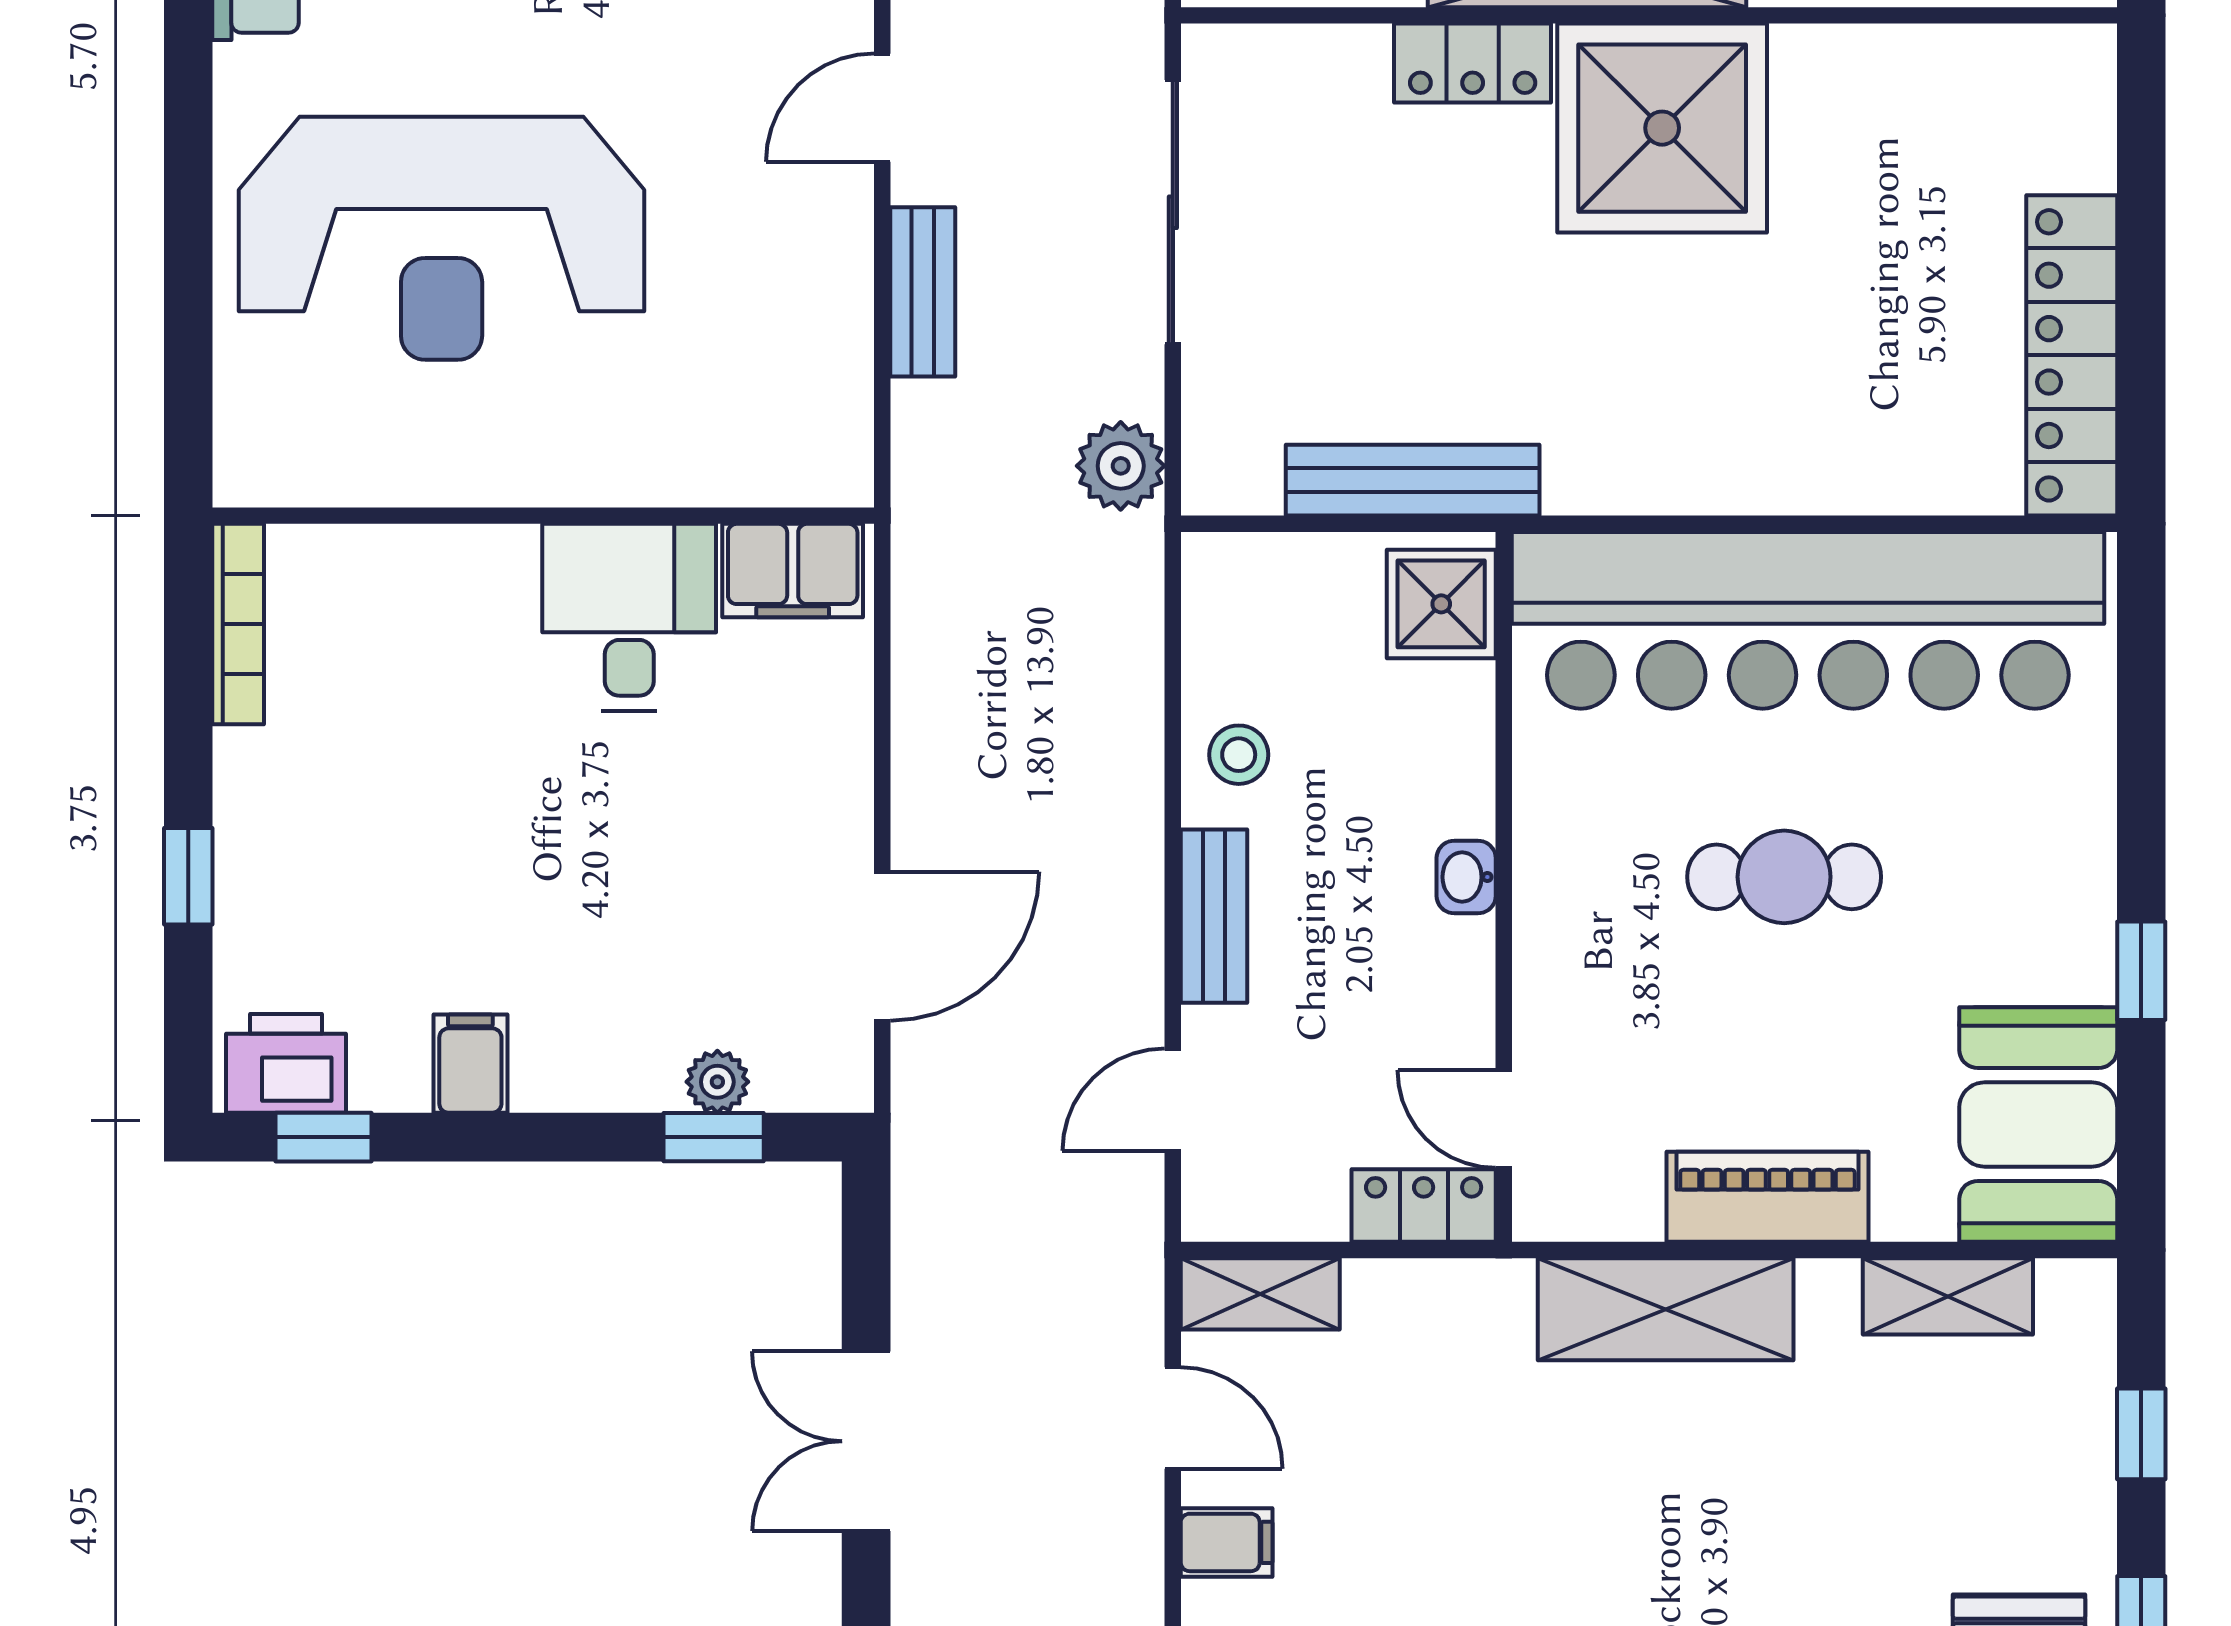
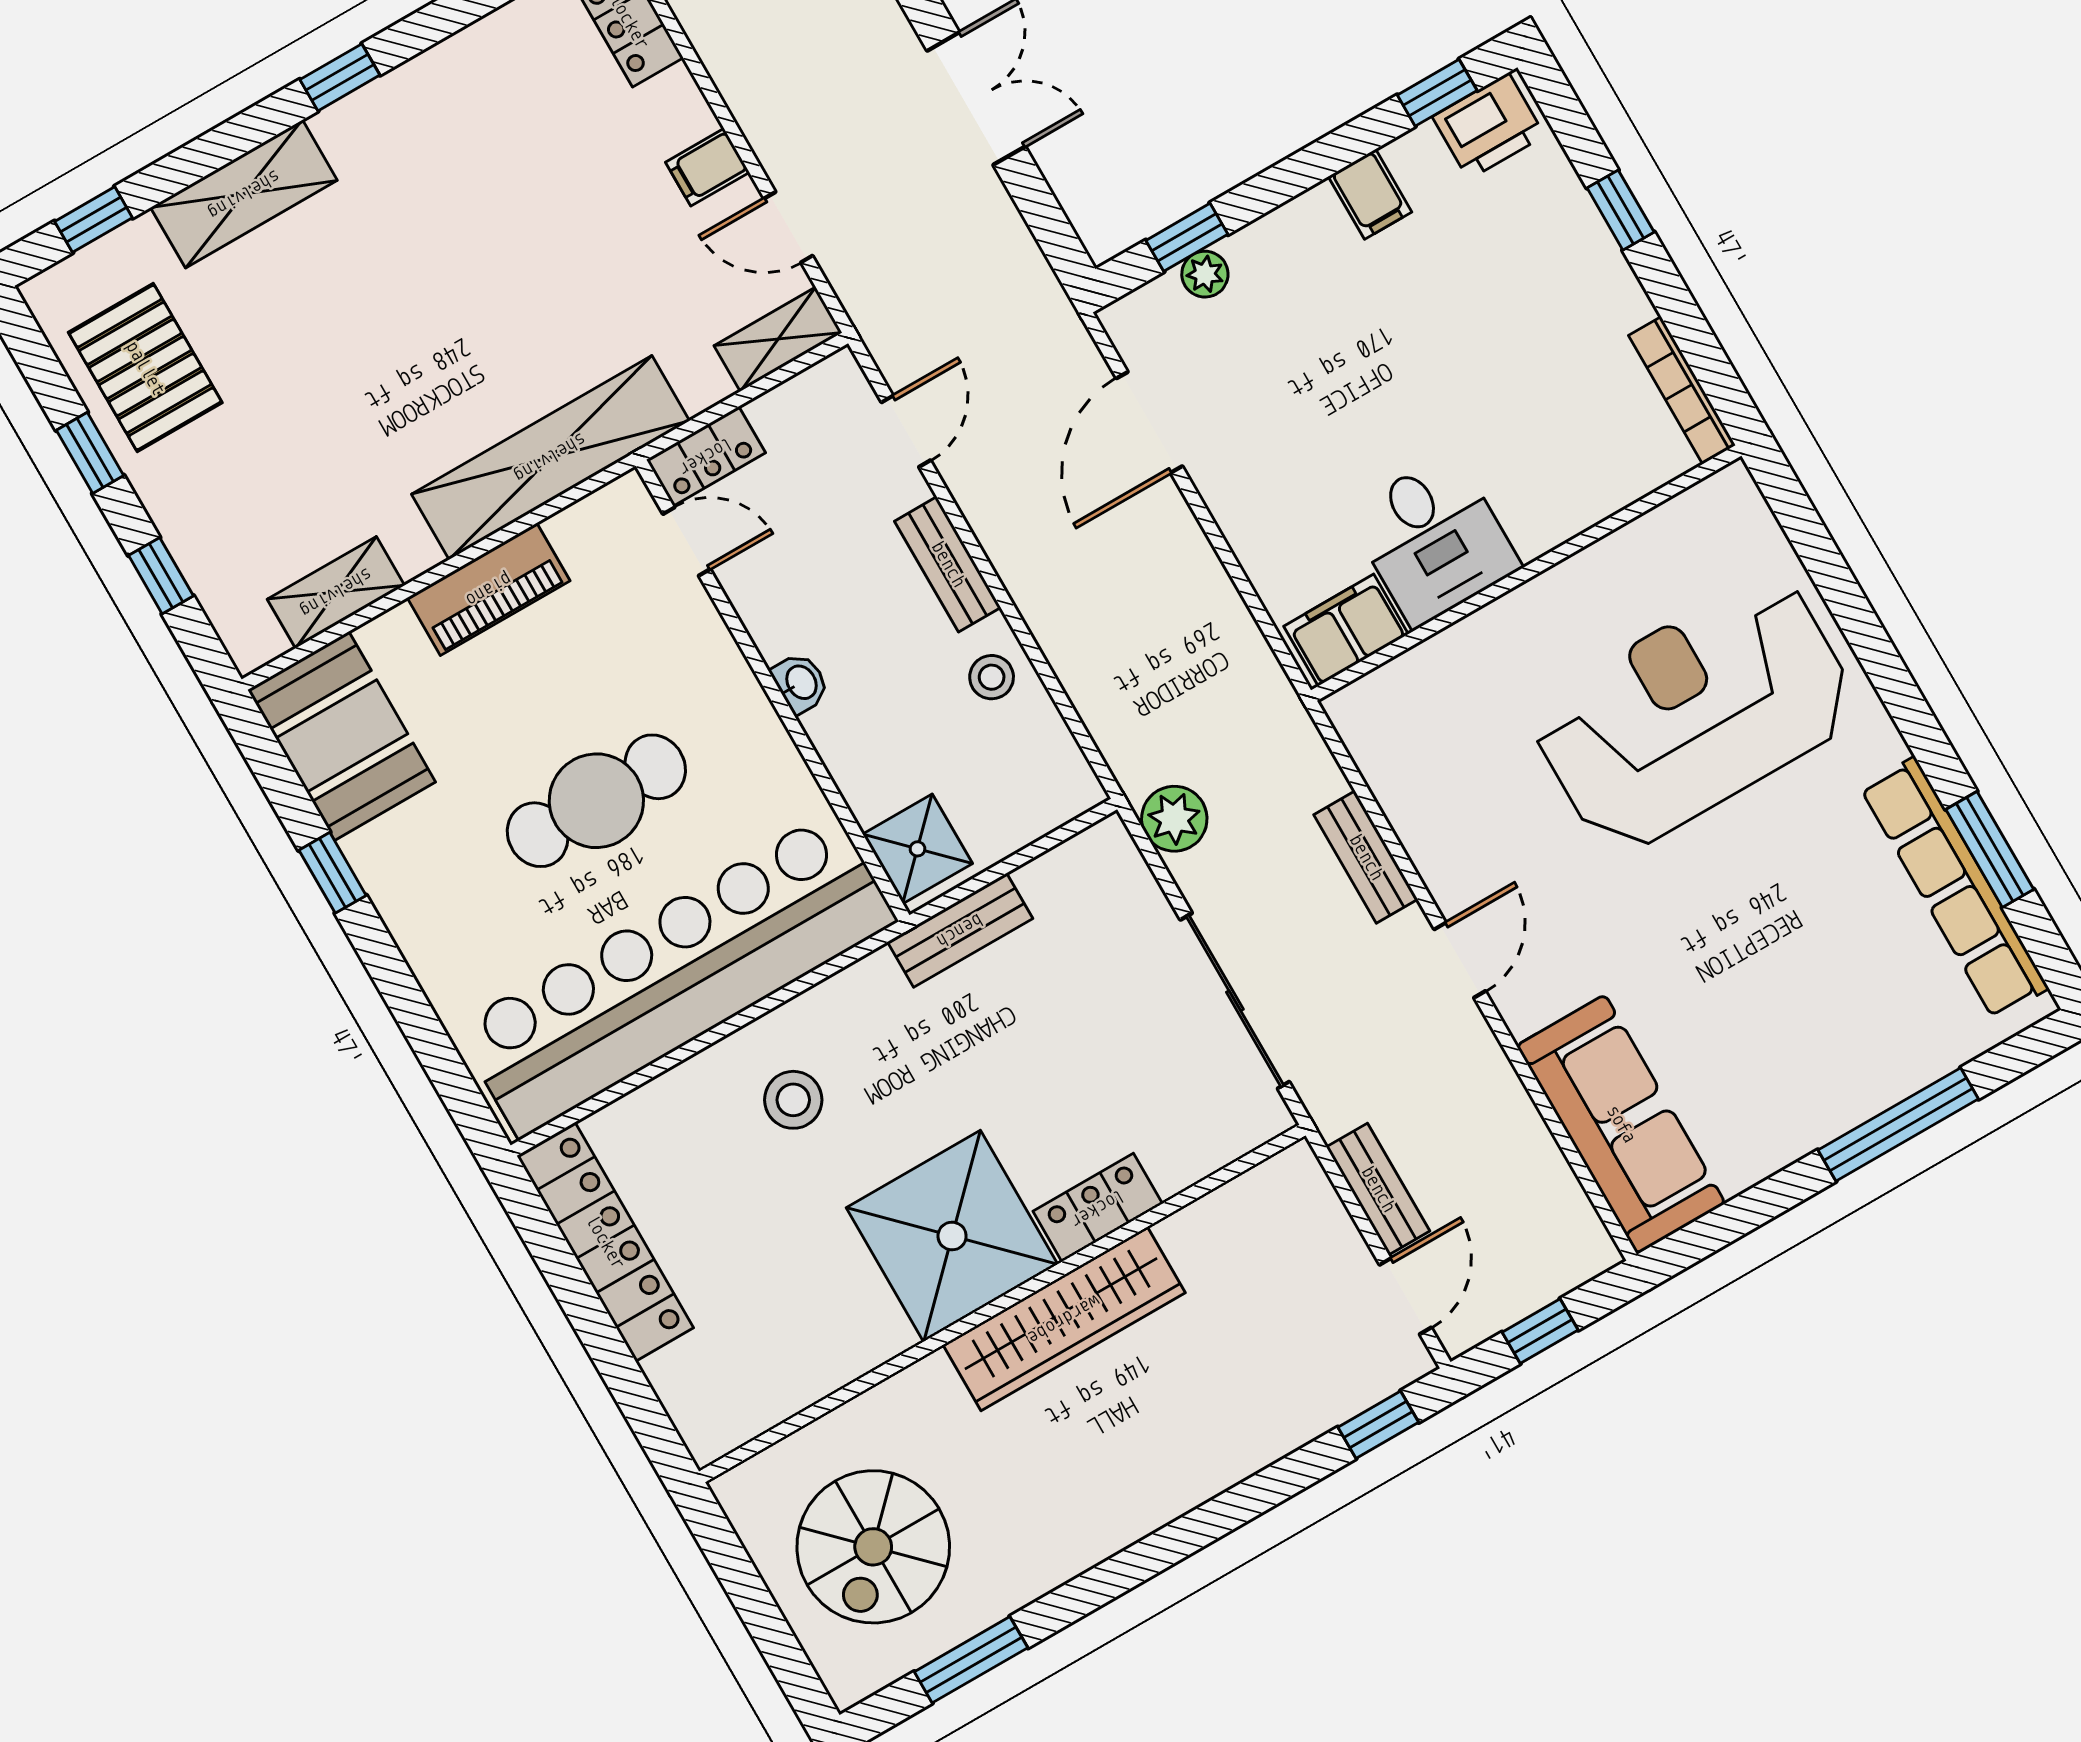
stool: (1756, 394) -> (793, 1100), added
bench: (1413, 480) -> (960, 930), width x0.73
cafe table: (1784, 877) -> (596, 801), width x1.37, depth x1.35
shelving: (1666, 1309) -> (550, 457), width x1.47

